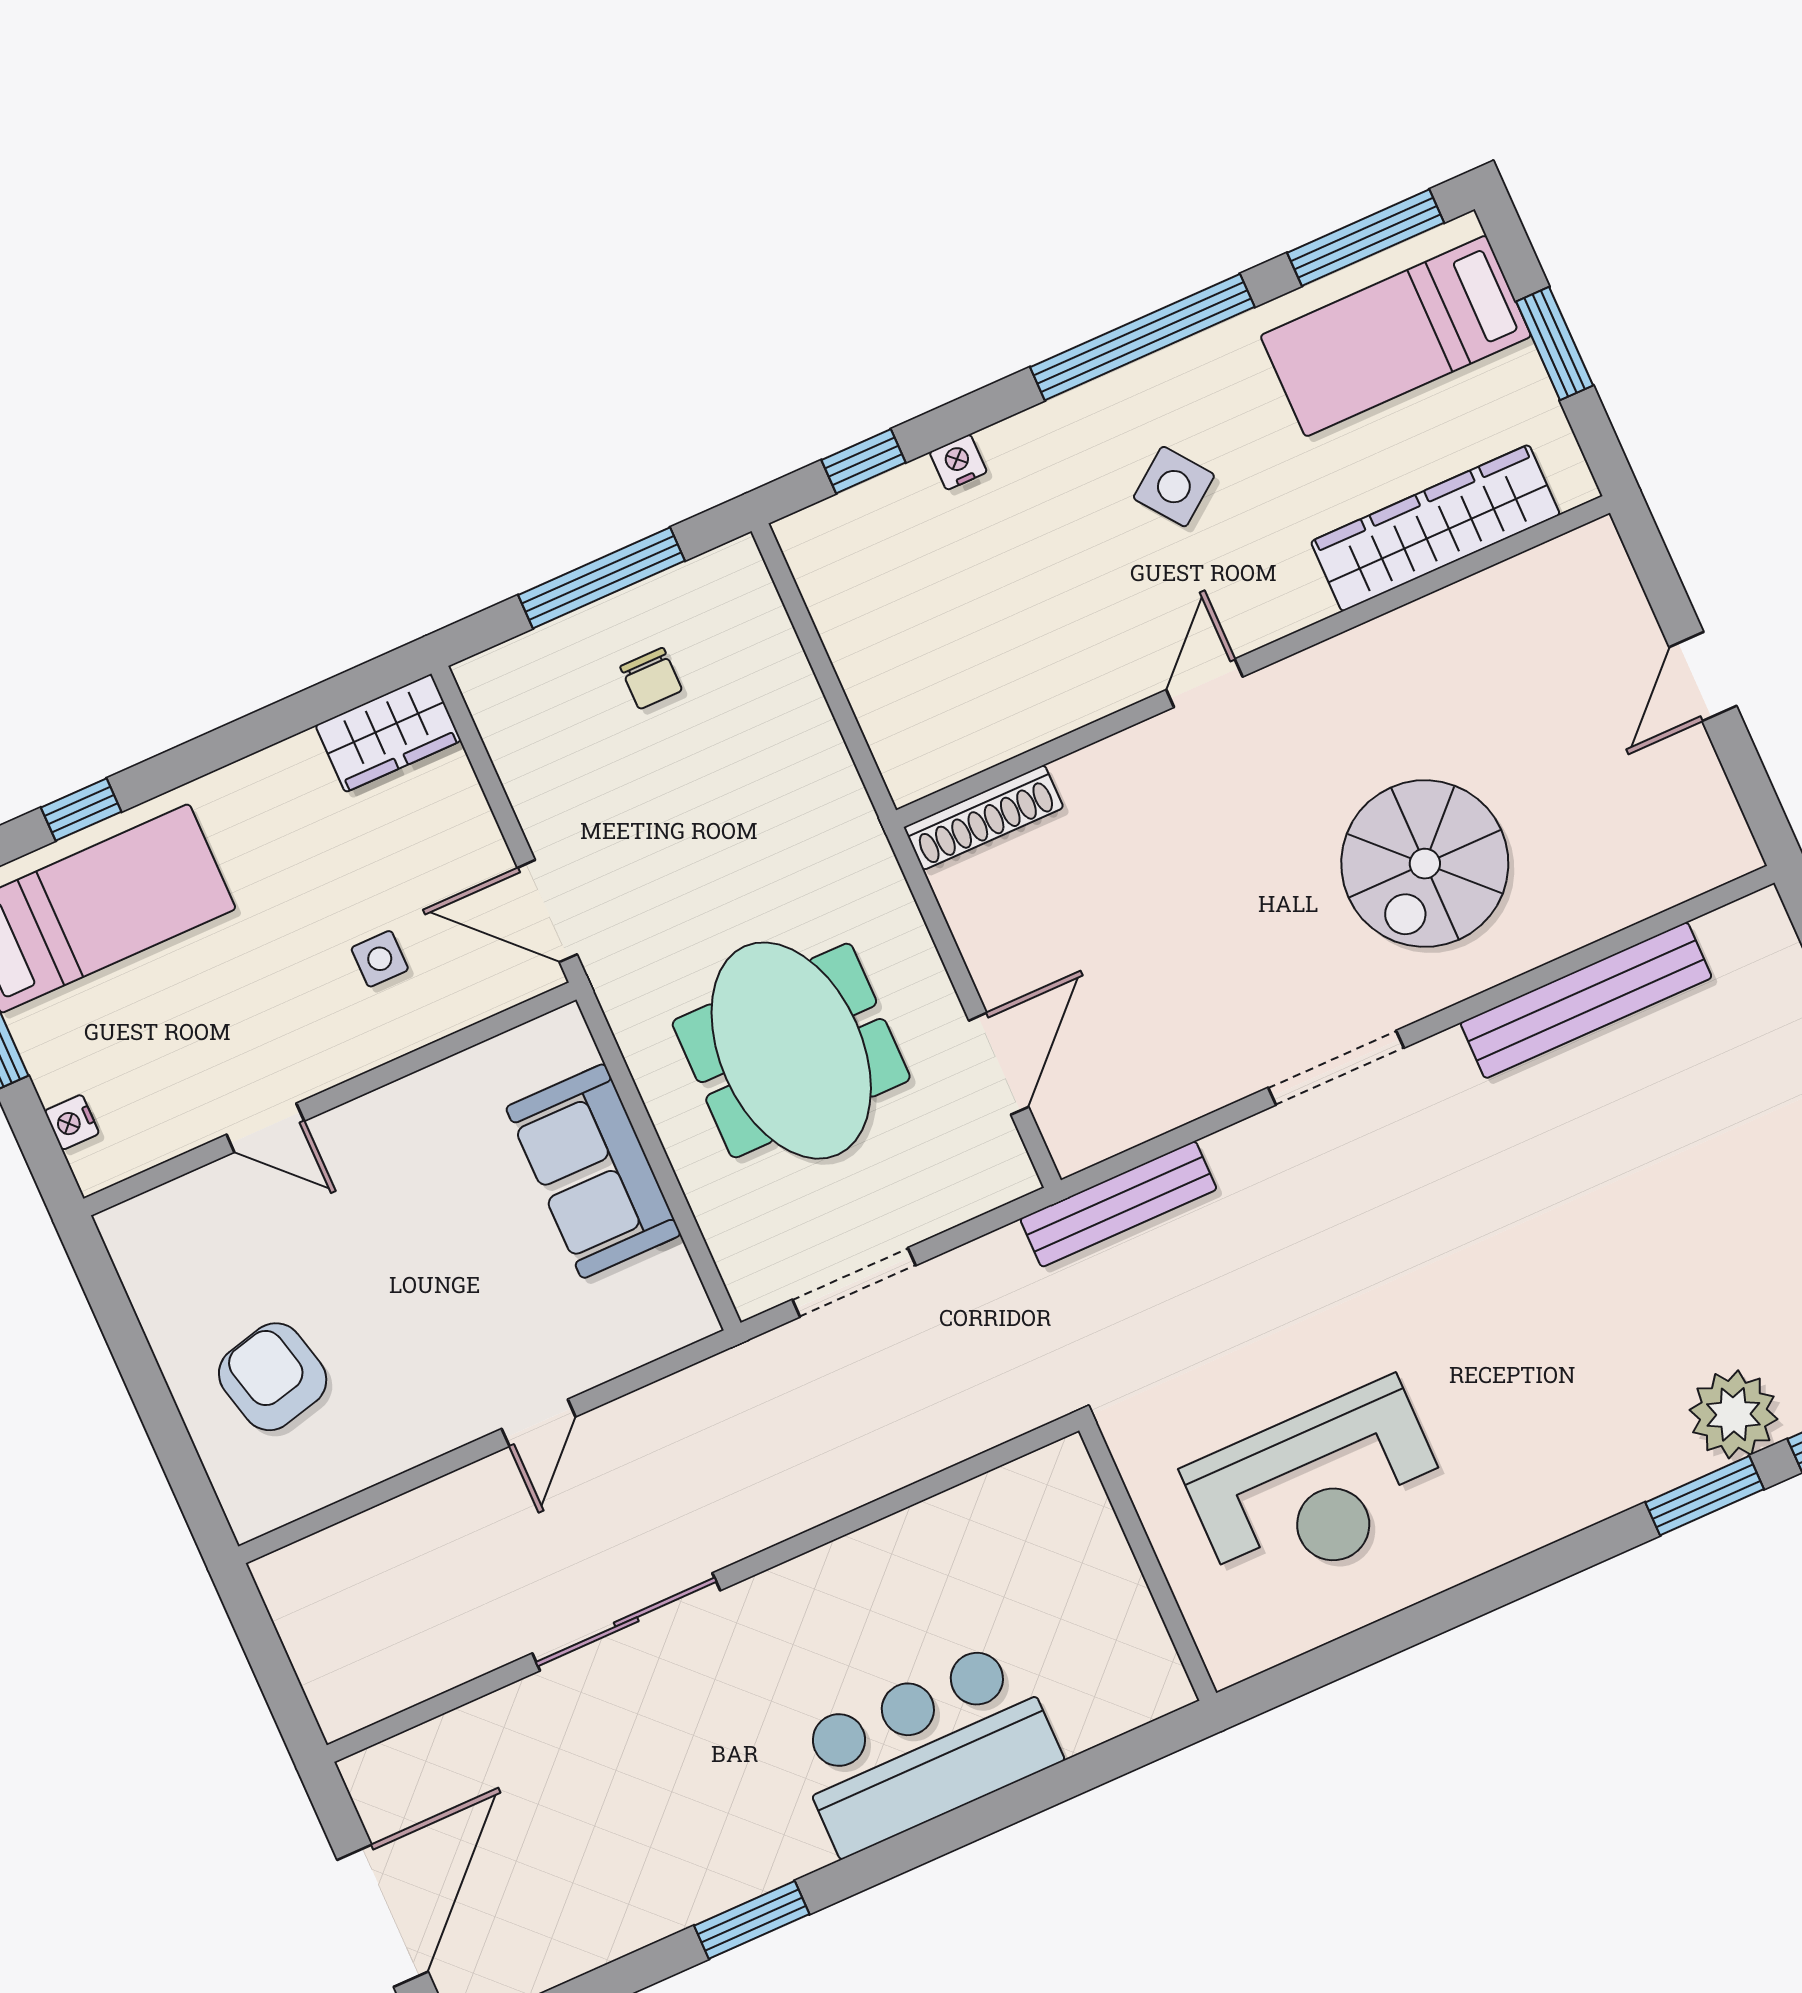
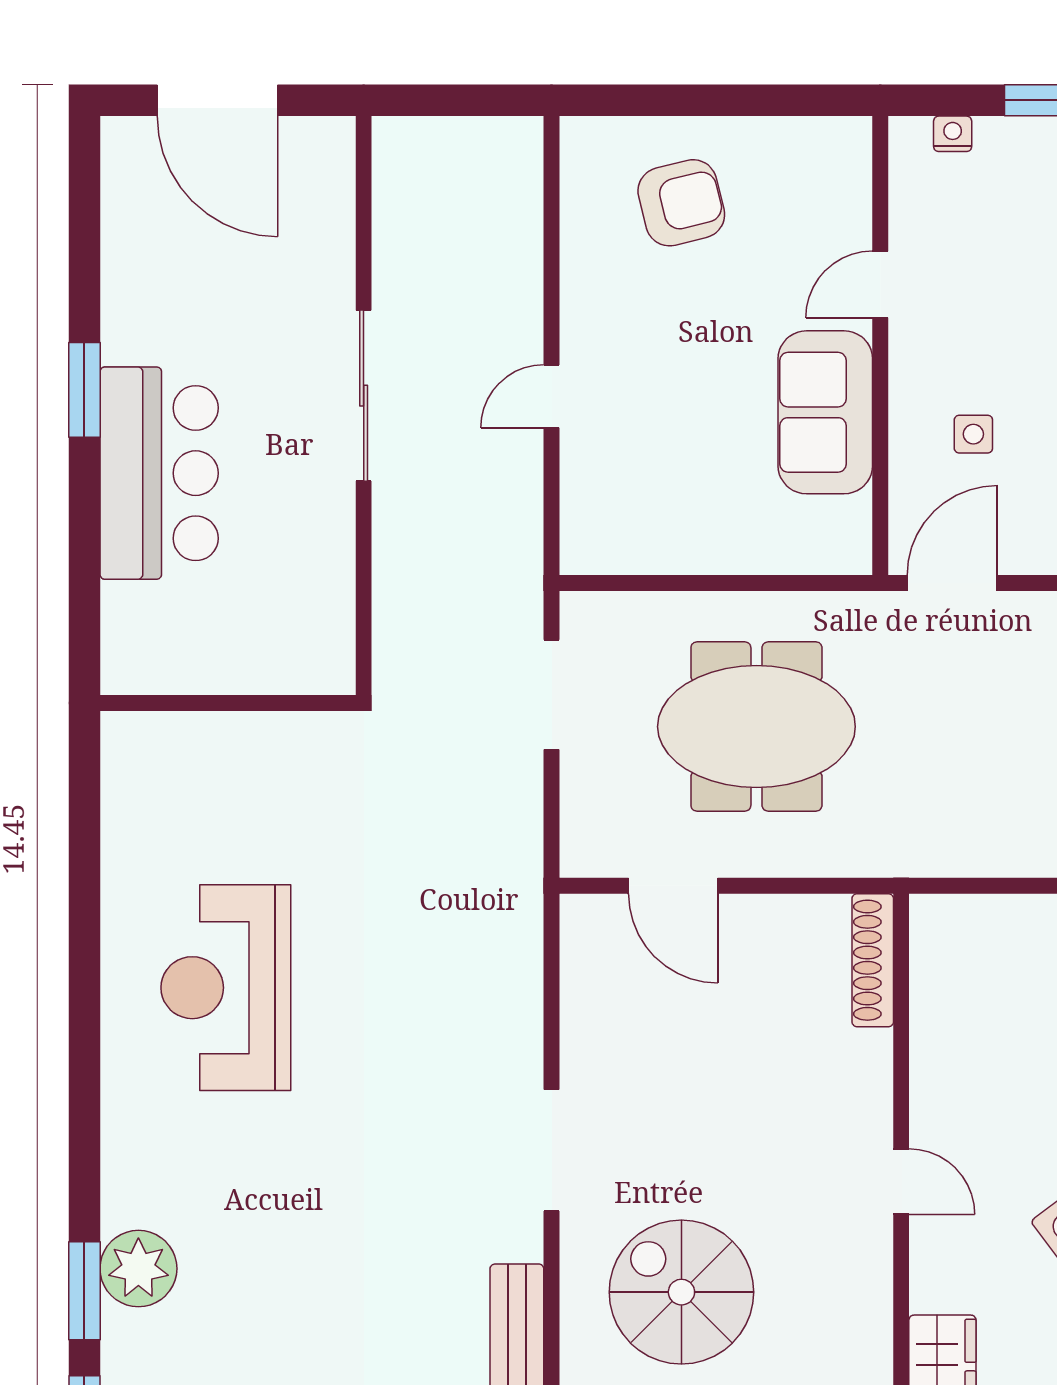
sofa: (593, 1171) -> (825, 412), moved, turned -90
bench: (1118, 1204) -> (520, 931), removed
plant: (1733, 1414) -> (138, 1269), moved
door: (539, 1423) -> (552, 396), hinge flipped
wall: (1148, 1562) -> (228, 703), moved
bar counter: (925, 1748) -> (159, 473), moved

